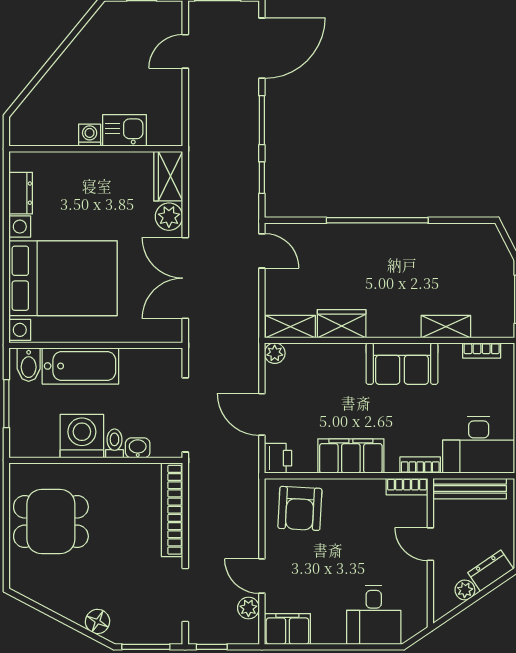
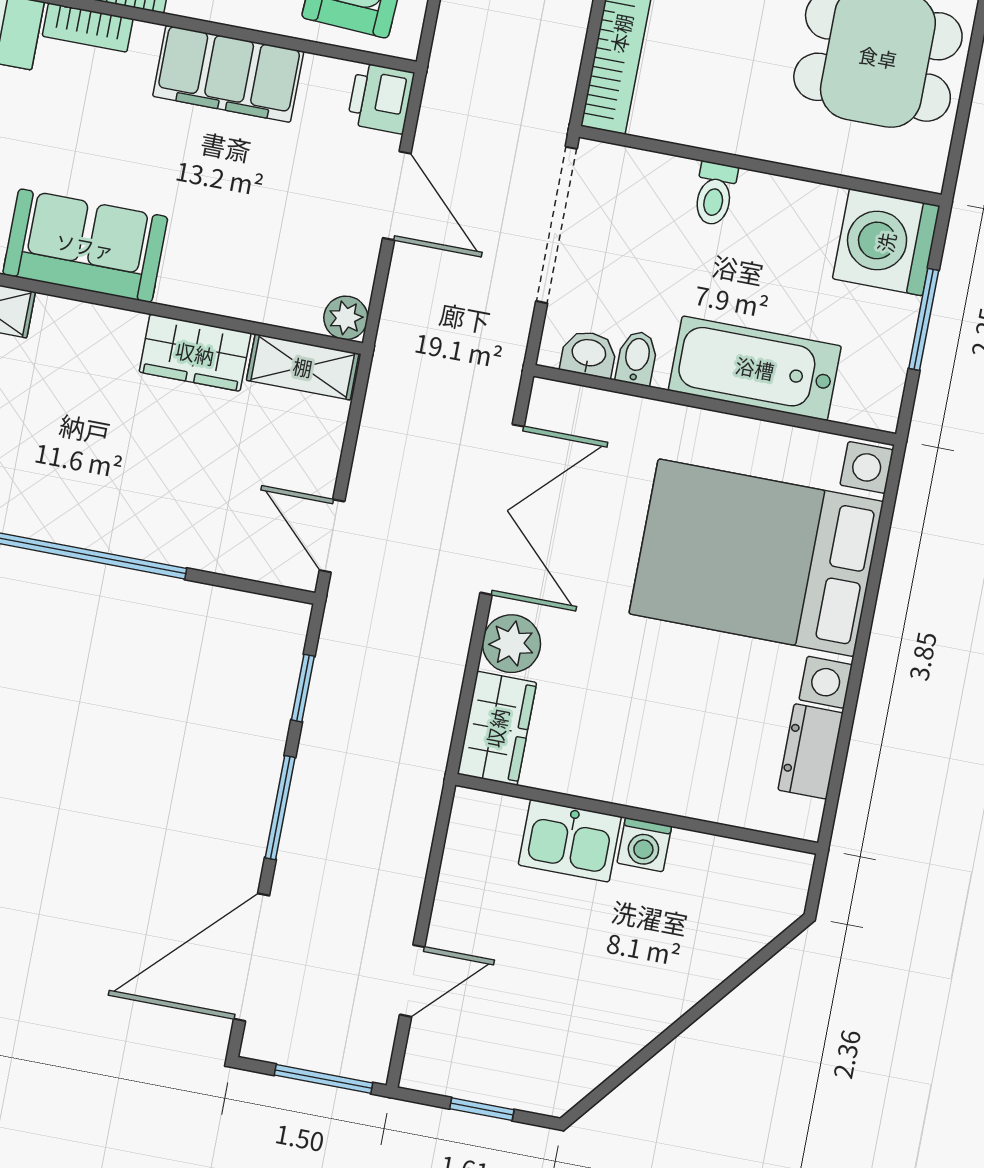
bidet: (29, 365) -> (637, 358), moved, width x0.72, depth x0.74
washing machine: (82, 436) -> (886, 242), moved, turned 90
washbasin: (138, 448) -> (589, 354), moved, turned 180

